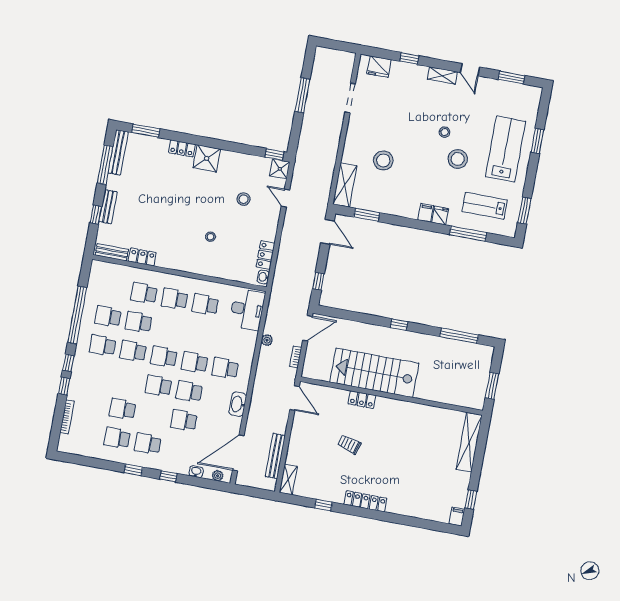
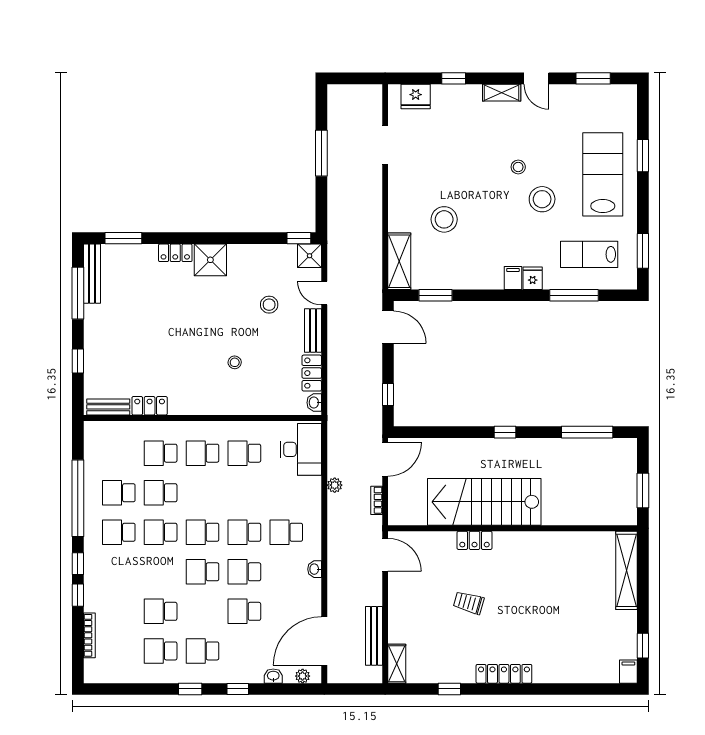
bench: (108, 207) -> (313, 331), moved
washbasin: (238, 404) -> (315, 569), width x0.52, depth x0.69

